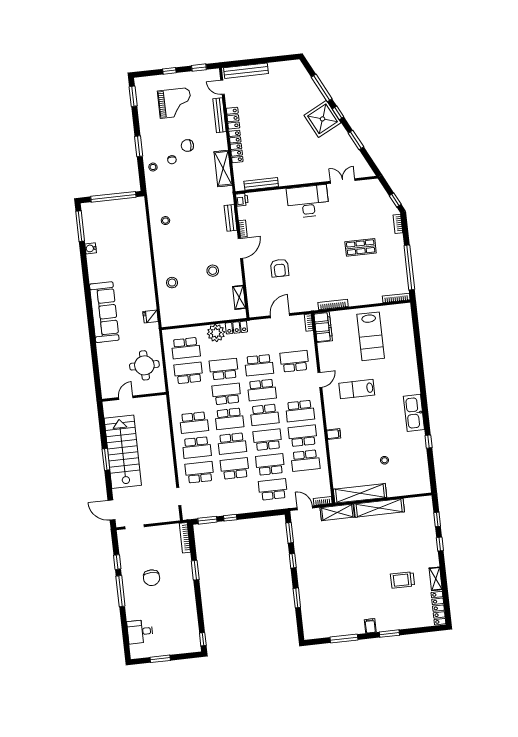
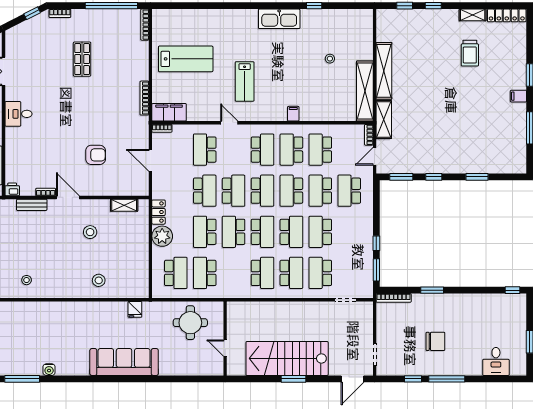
desk: (308, 201) -> (18, 114), width x0.53, depth x0.77
school desk: (305, 461) -> (320, 150), turned 180

